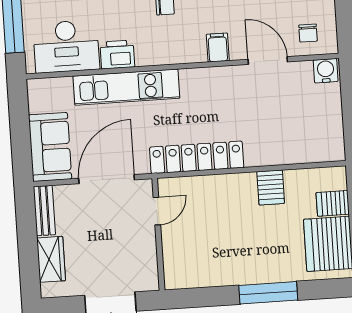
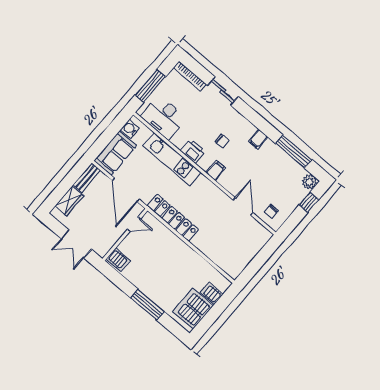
filing cabinet: (218, 47) -> (216, 170), moved
printer: (117, 55) -> (193, 151), moved
water cooler: (326, 71) -> (130, 129), moved, turned -90
door: (107, 179) -> (126, 190), swing flipped
server rack: (271, 187) -> (118, 260), moved, turned -90

